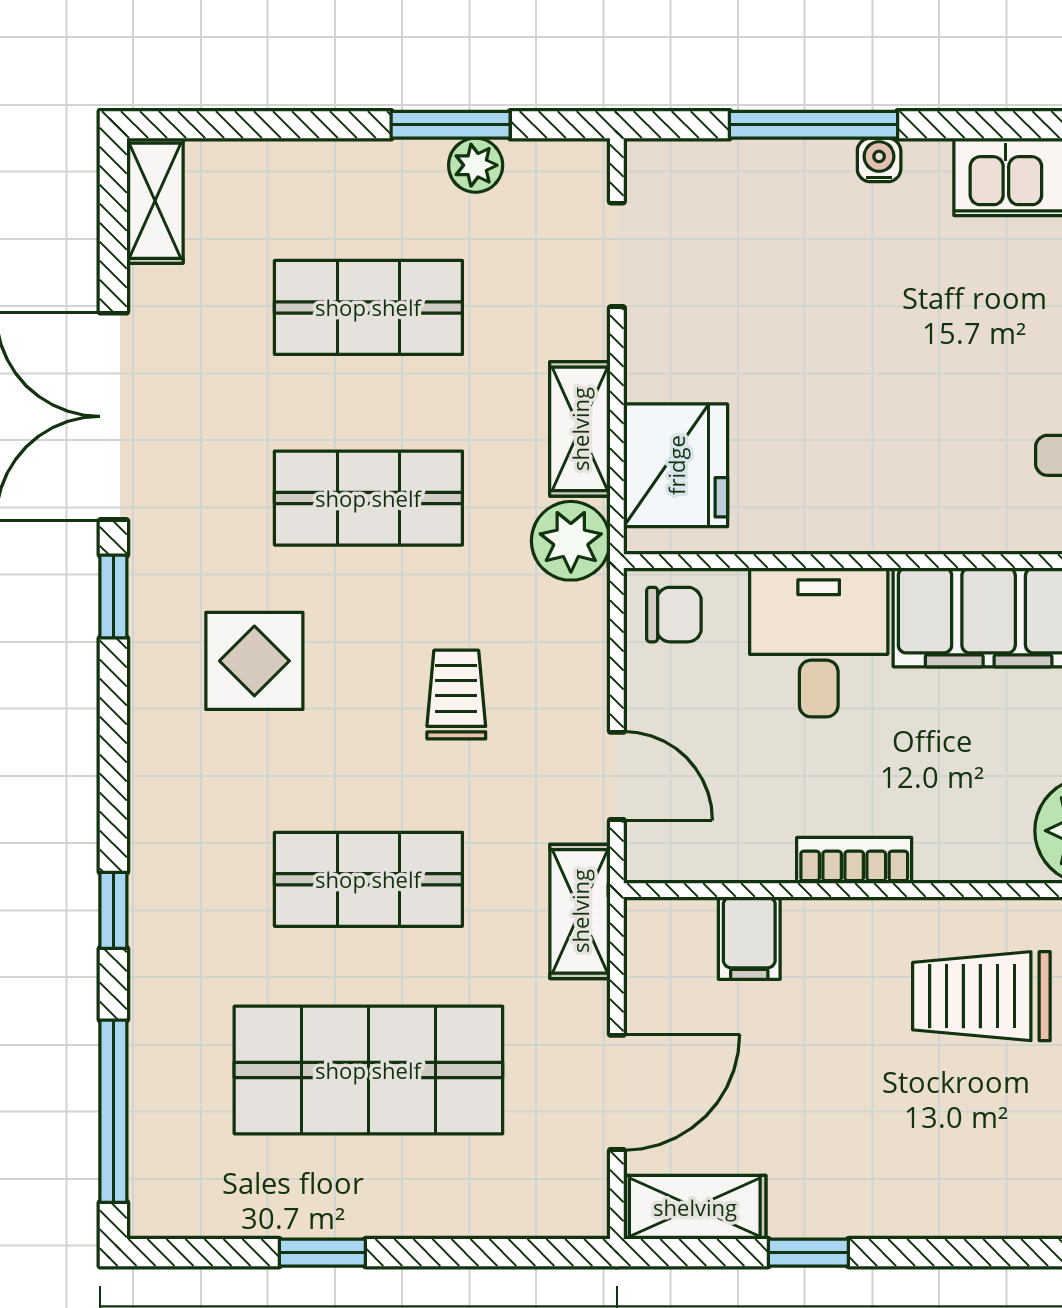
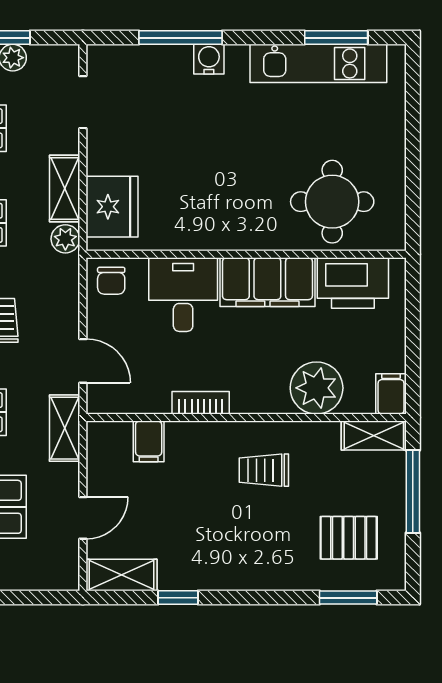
water cooler: (879, 160) -> (209, 59), width x1.38, depth x1.38
plant: (571, 541) -> (65, 239), width x0.73, depth x0.73
chair: (674, 615) -> (111, 281), turned 90
trolley: (981, 996) -> (264, 470), width x0.73, depth x0.72
door: (617, 1092) -> (83, 518), width x0.73

